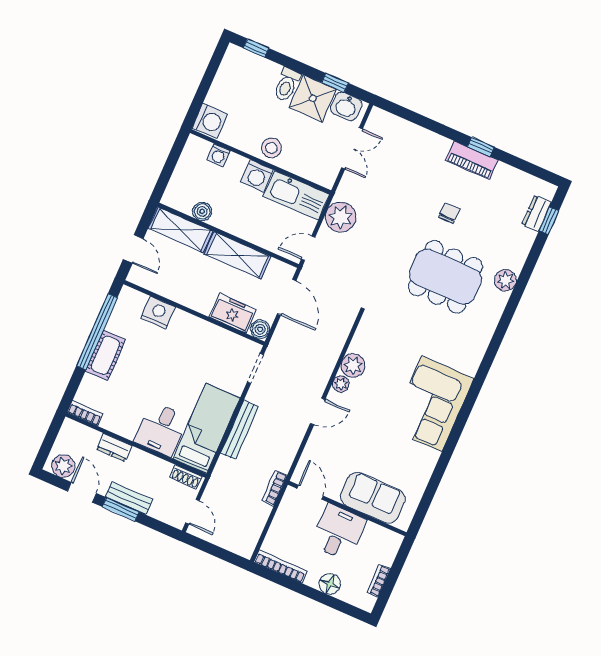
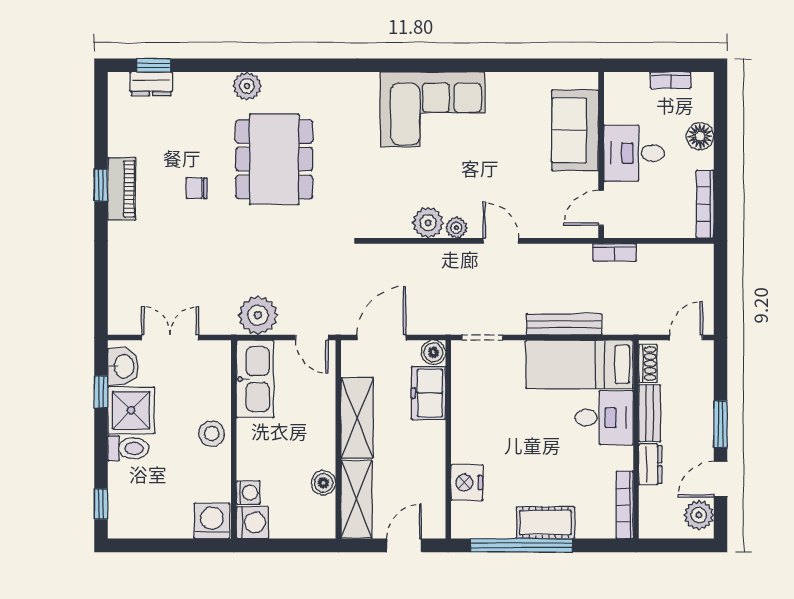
washing machine: (257, 176) -> (252, 523), moved
bookcase: (85, 413) -> (625, 505), width x1.56
bench: (129, 498) -> (650, 413), moved

